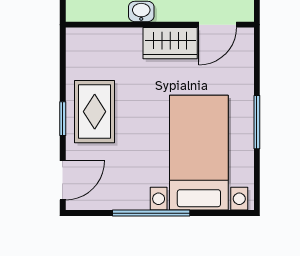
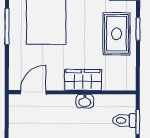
wardrobe: (170, 43) -> (83, 80), moved

